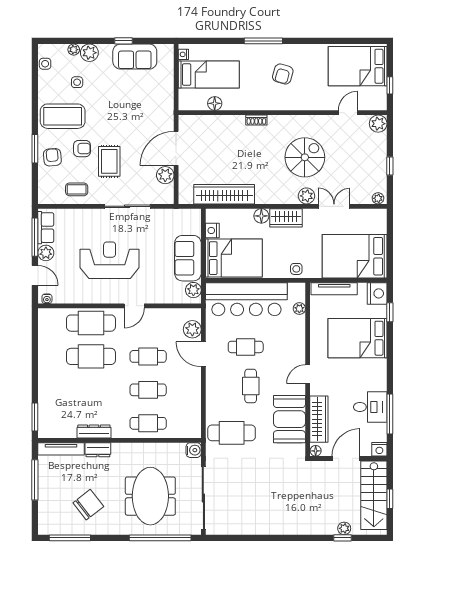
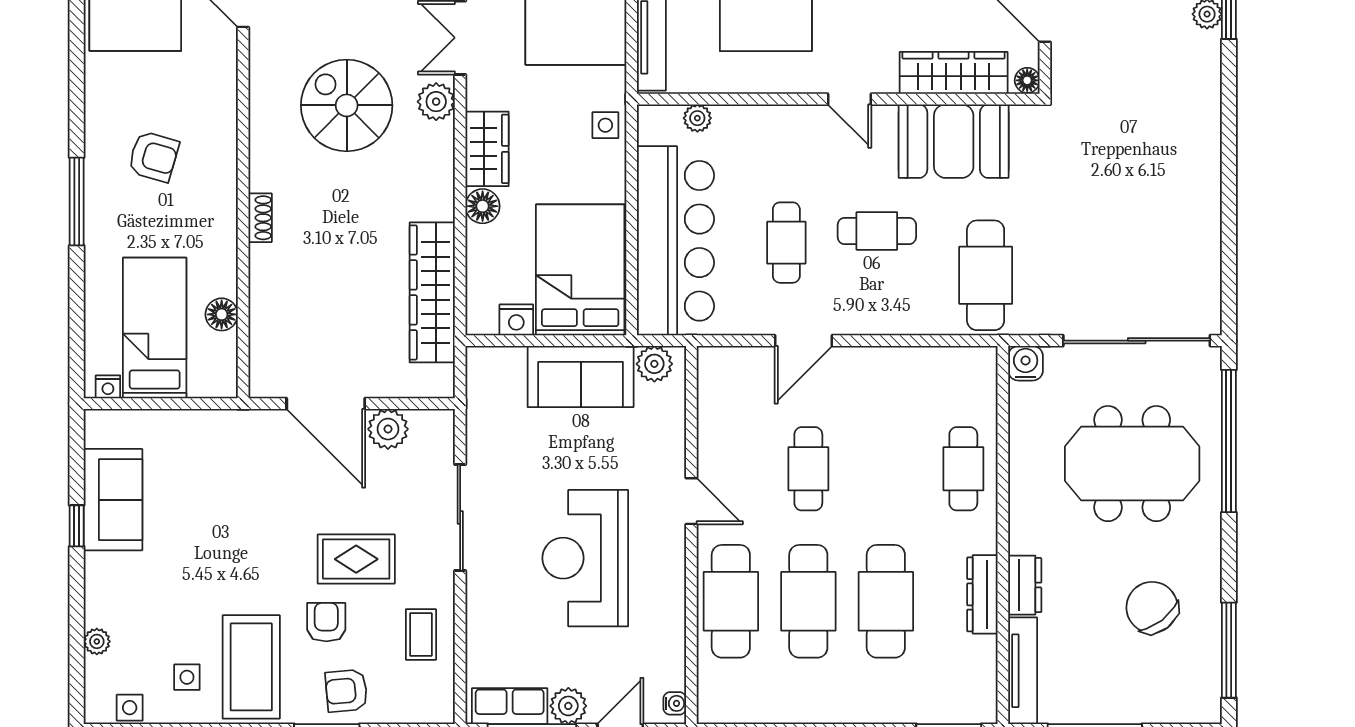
plant: (89, 53) -> (104, 605), removed
side table: (77, 82) -> (187, 677), moved
plant: (192, 329) -> (745, 366), removed
cafe table: (148, 390) -> (886, 601), moved, width x1.37, depth x1.35

